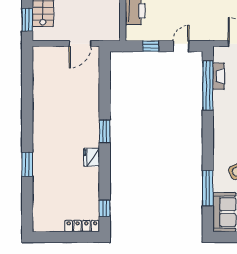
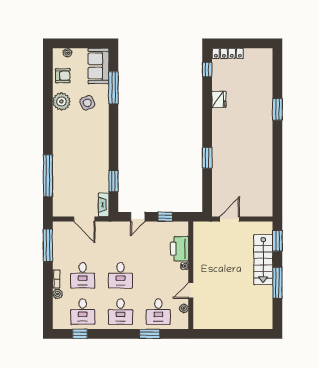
fireplace: (219, 76) -> (104, 205), moved
window: (208, 85) -> (113, 181), width x0.47
window: (105, 131) -> (207, 158), moved
fridge: (92, 157) -> (219, 99), moved

